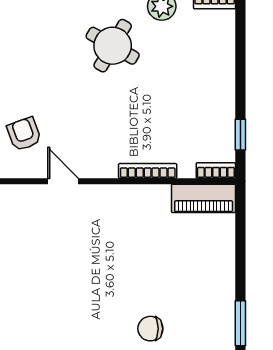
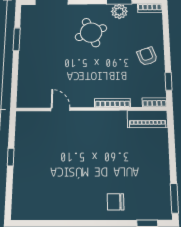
round table: (113, 46) -> (91, 33), turned 38
armchair: (24, 134) -> (147, 56), moved

